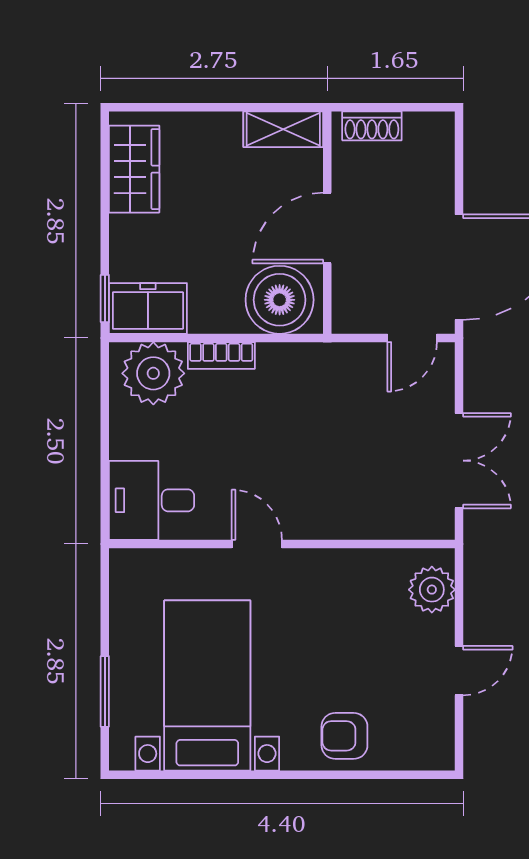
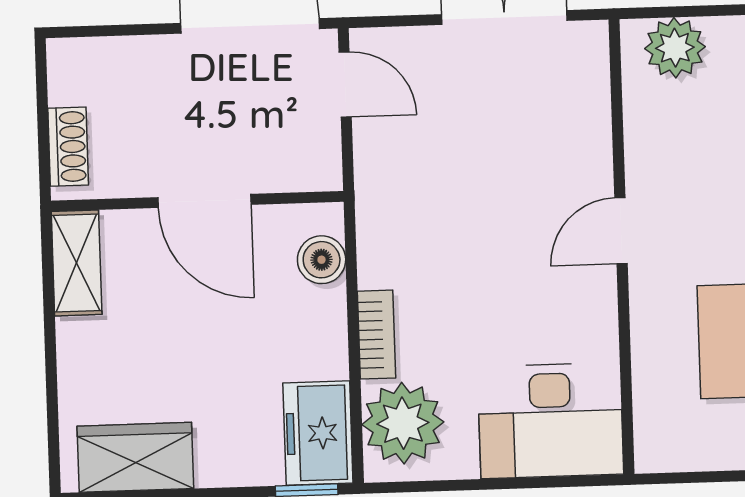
boiler: (280, 300) -> (322, 260), width x0.54, depth x0.54
desk: (151, 500) -> (551, 421), width x1.37
door: (257, 544) -> (621, 231), moved

